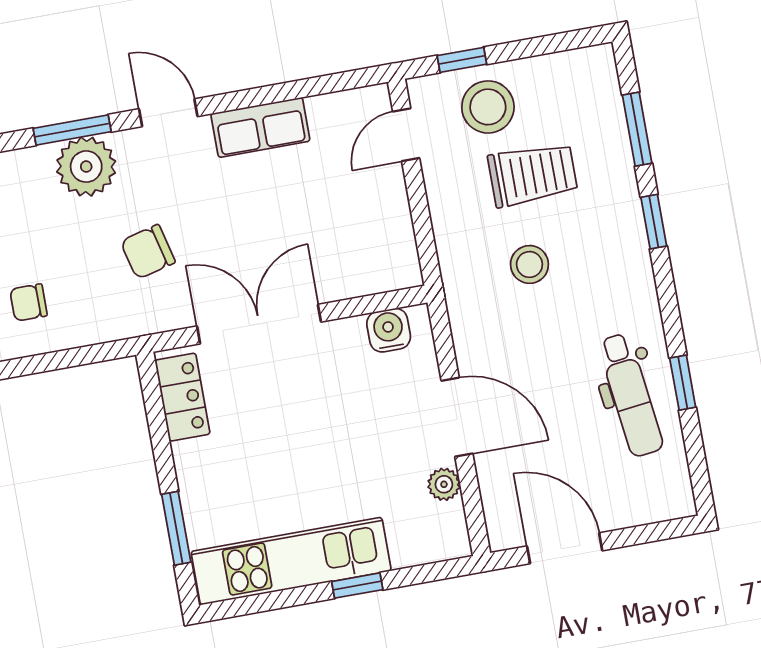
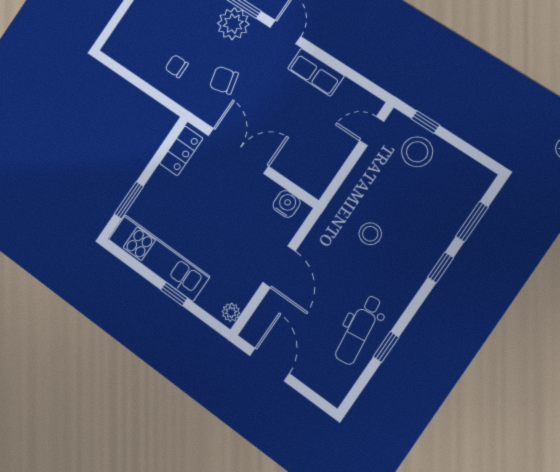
trolley: (533, 175) -> (408, 198), removed
chair: (29, 302) -> (177, 66), moved
plant: (444, 484) -> (231, 312), moved

